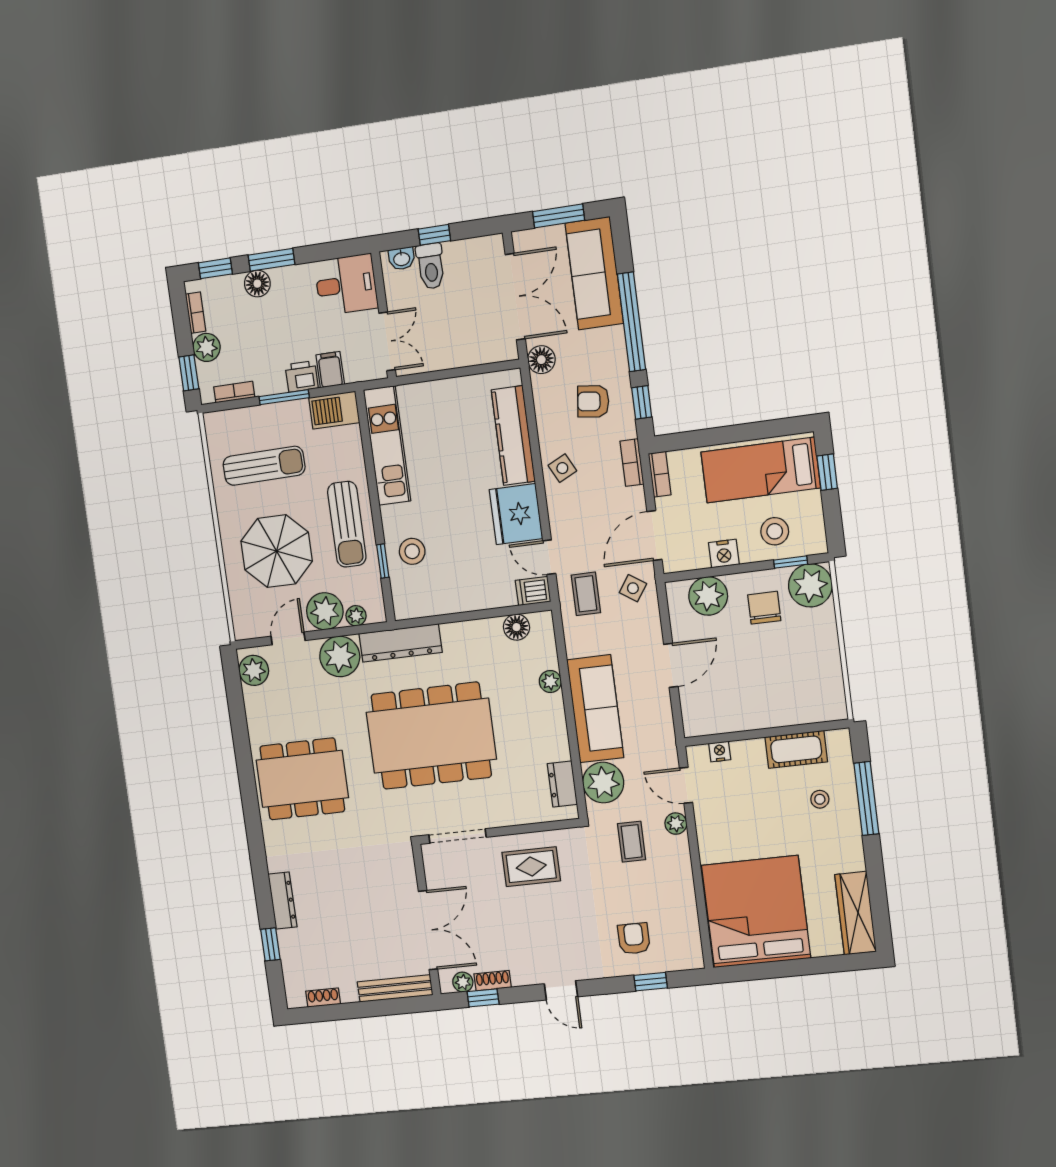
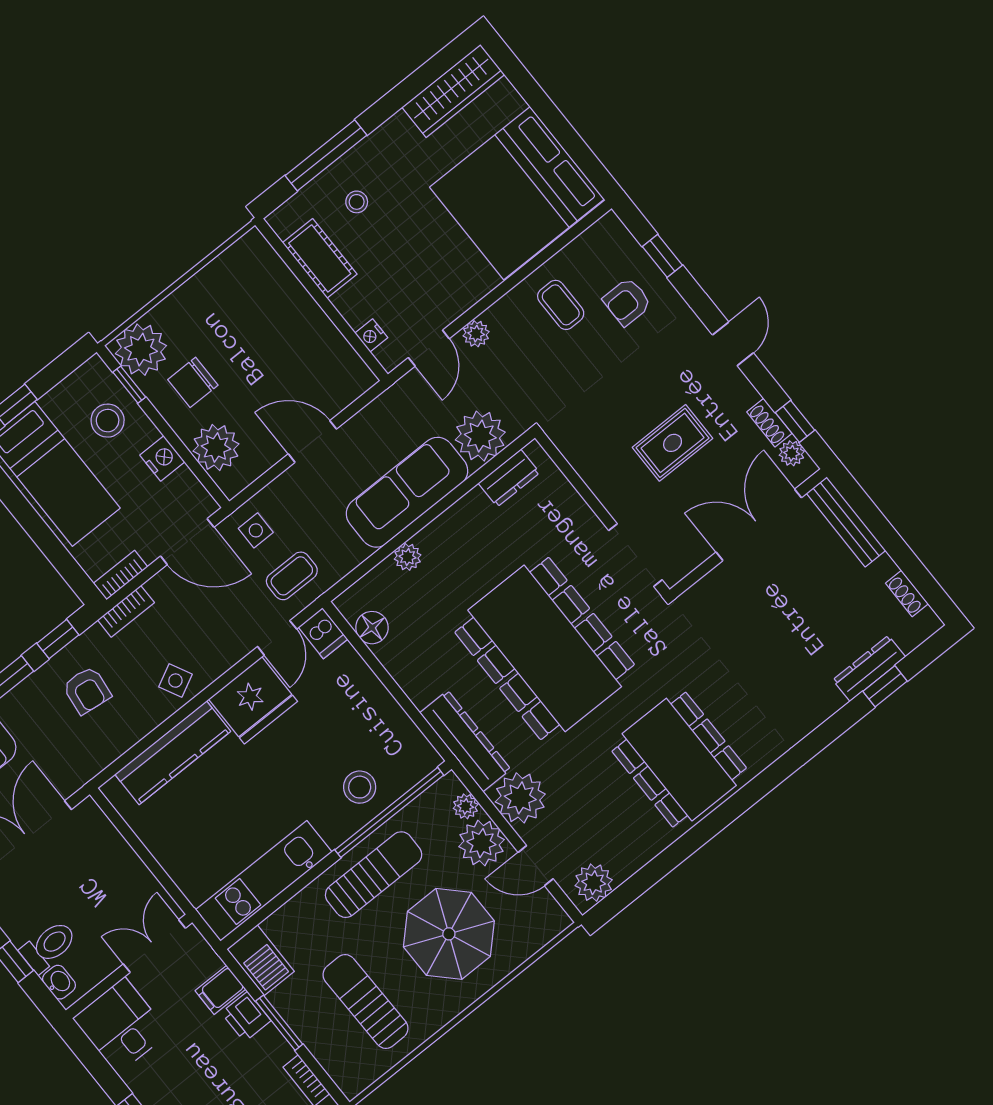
floor lamp: (541, 360) -> (76, 771), removed
window: (383, 561) -> (389, 812), width x3.17
side table: (633, 588) -> (256, 530), turned -34
coffee table: (632, 842) -> (561, 305), moved, turned 90
rug: (531, 867) -> (673, 443), moved, turned 90
dresser: (282, 901) -> (869, 668), moved

